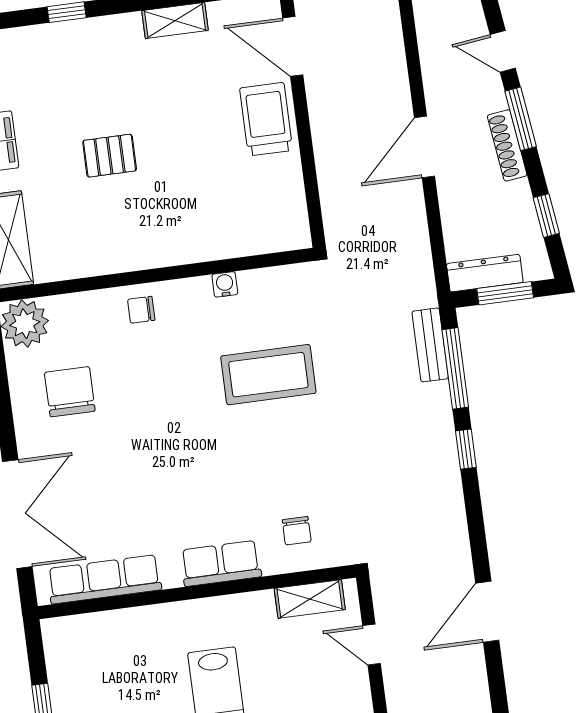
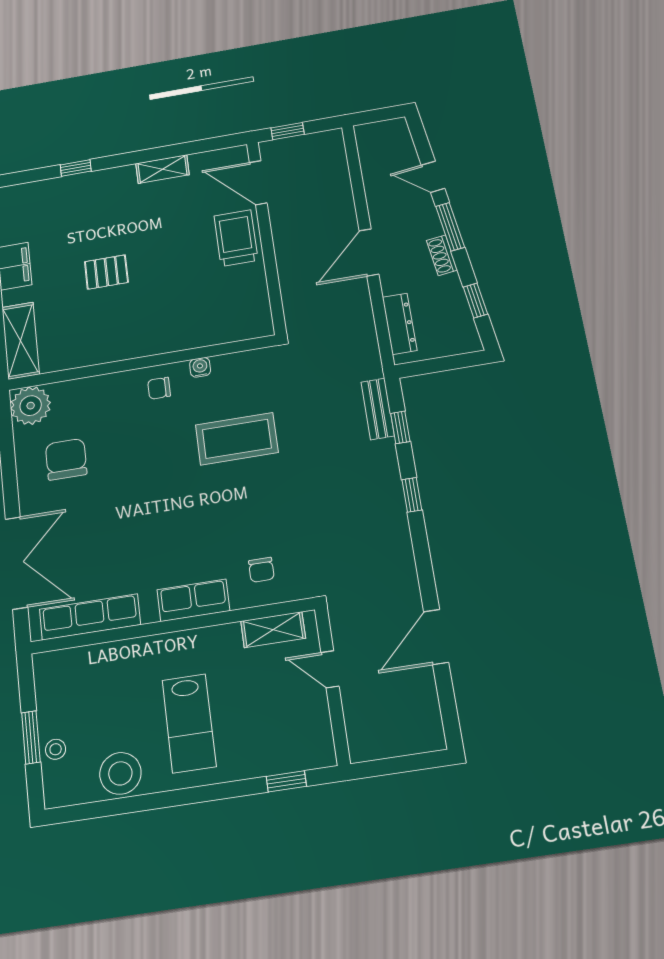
shoe rack: (507, 145) -> (442, 255), width x0.70
dresser: (485, 273) -> (400, 324), moved, turned 90
window: (505, 293) -> (442, 364), removed
chair: (141, 310) -> (159, 388), moved
window: (455, 368) -> (400, 427), width x0.46

